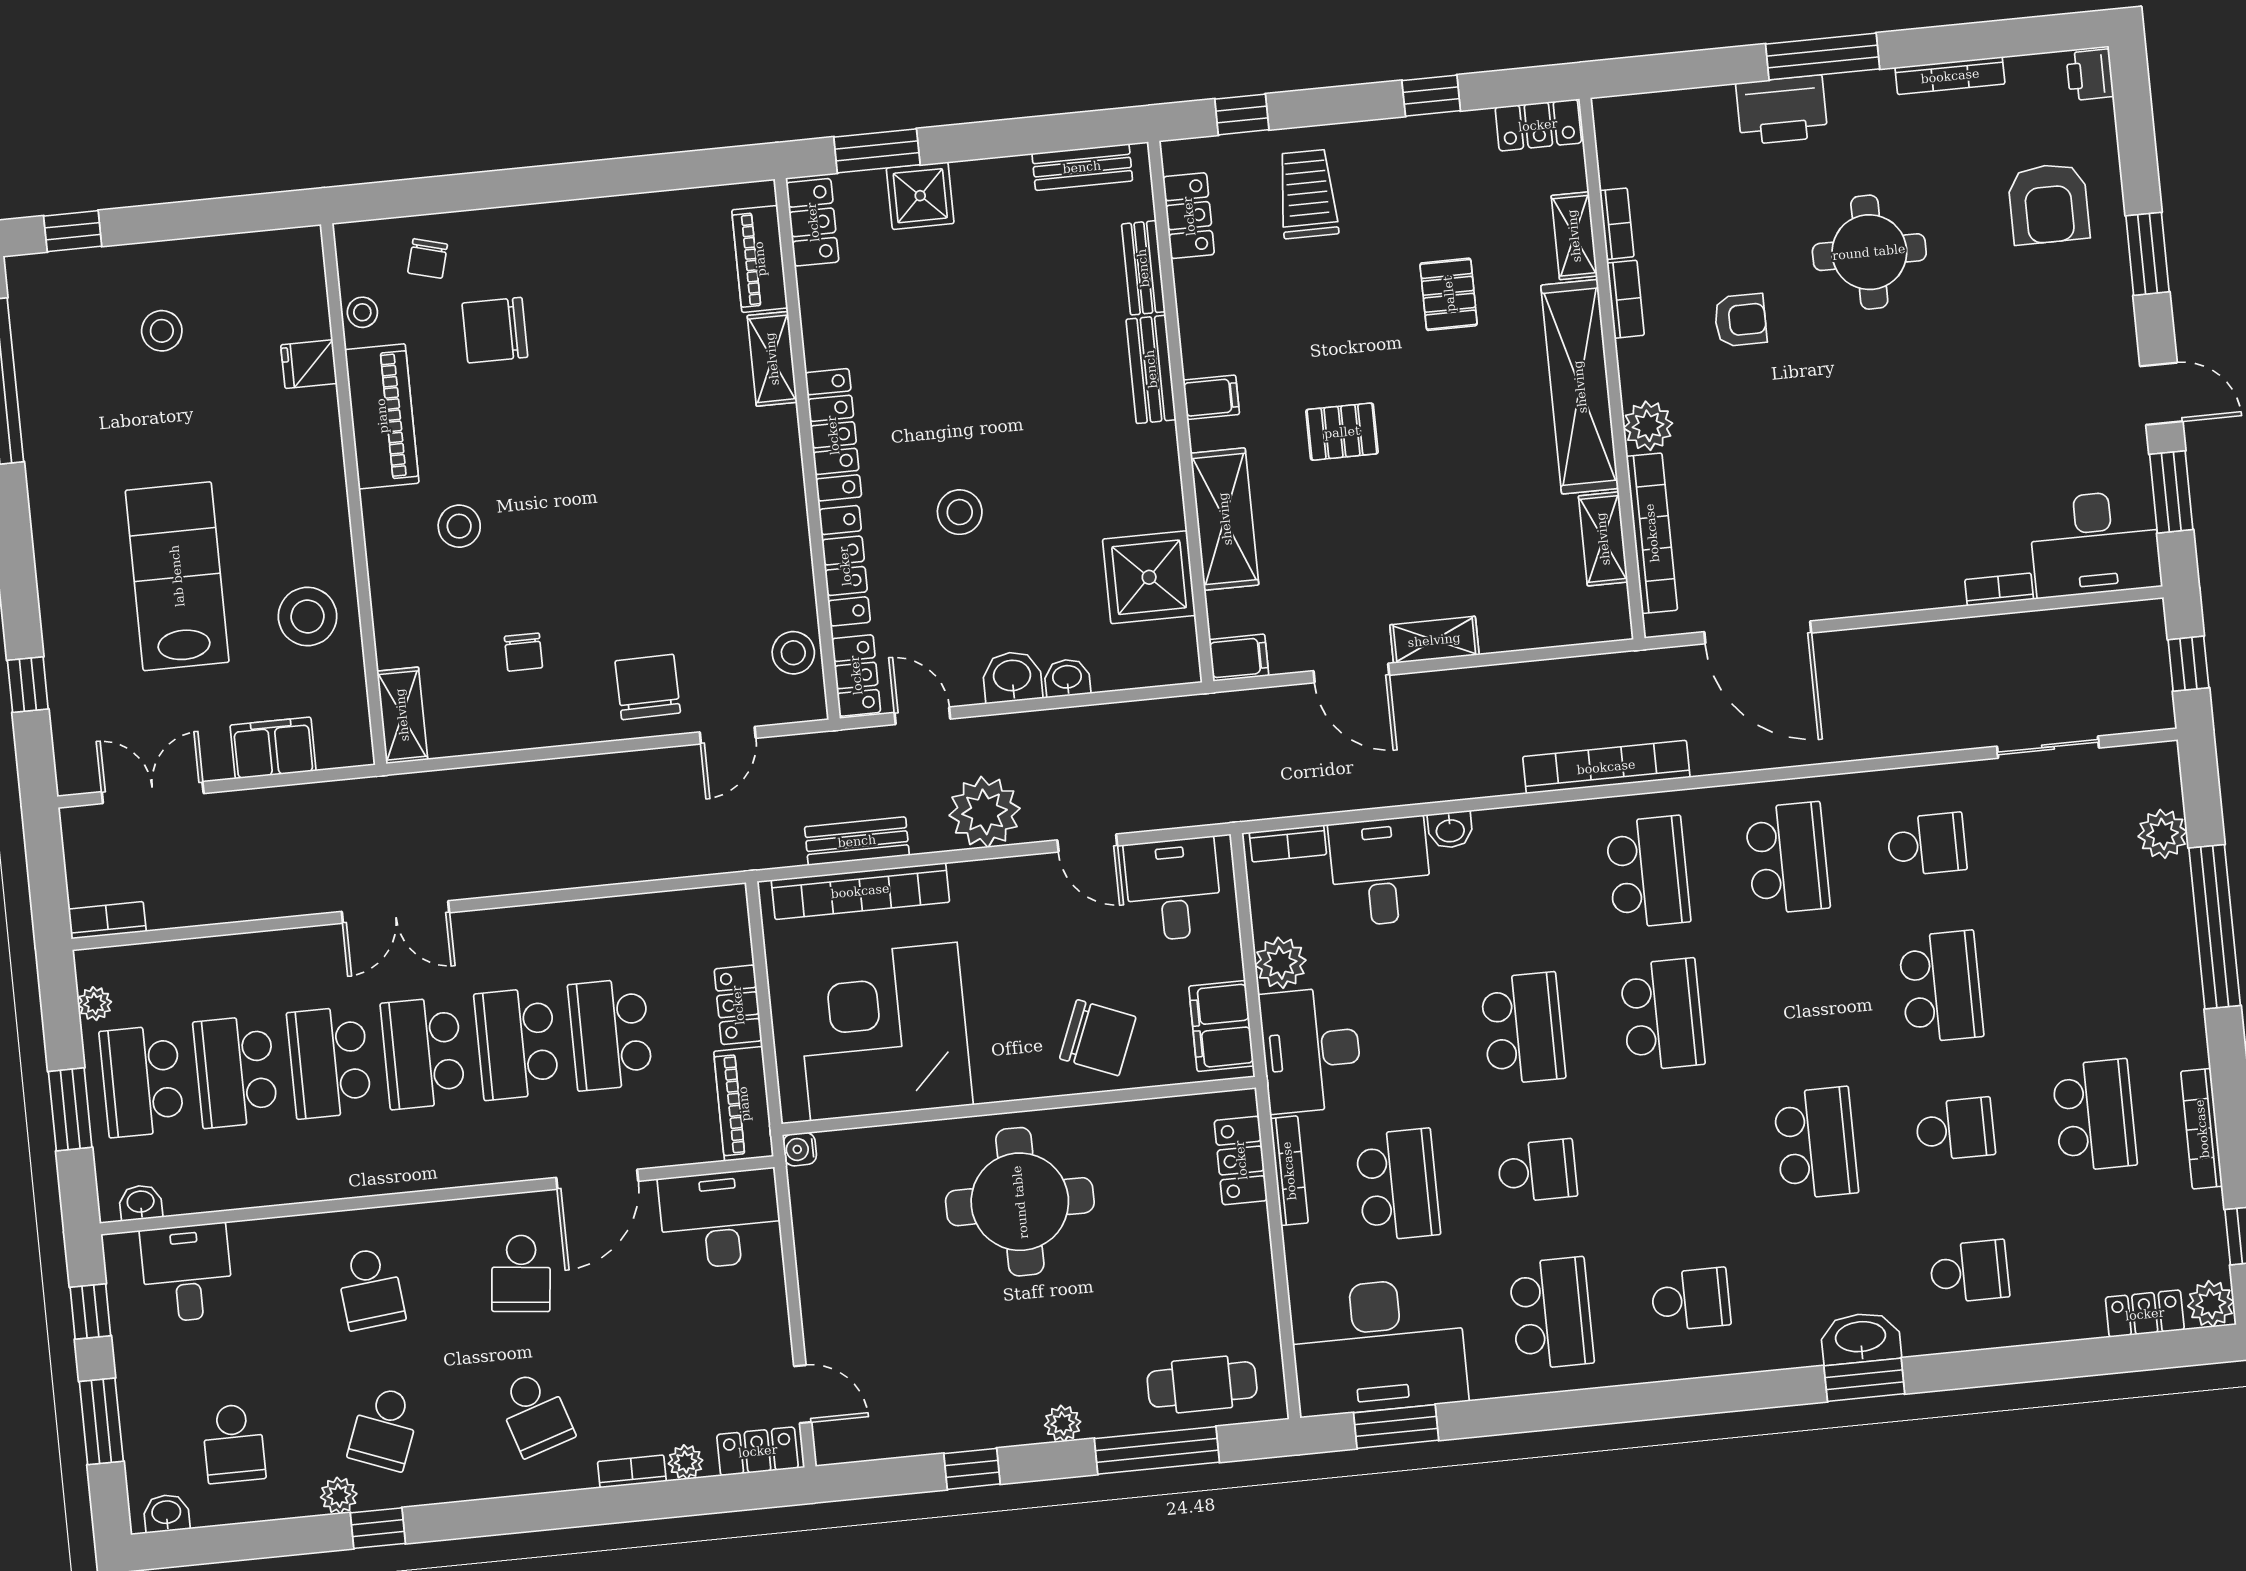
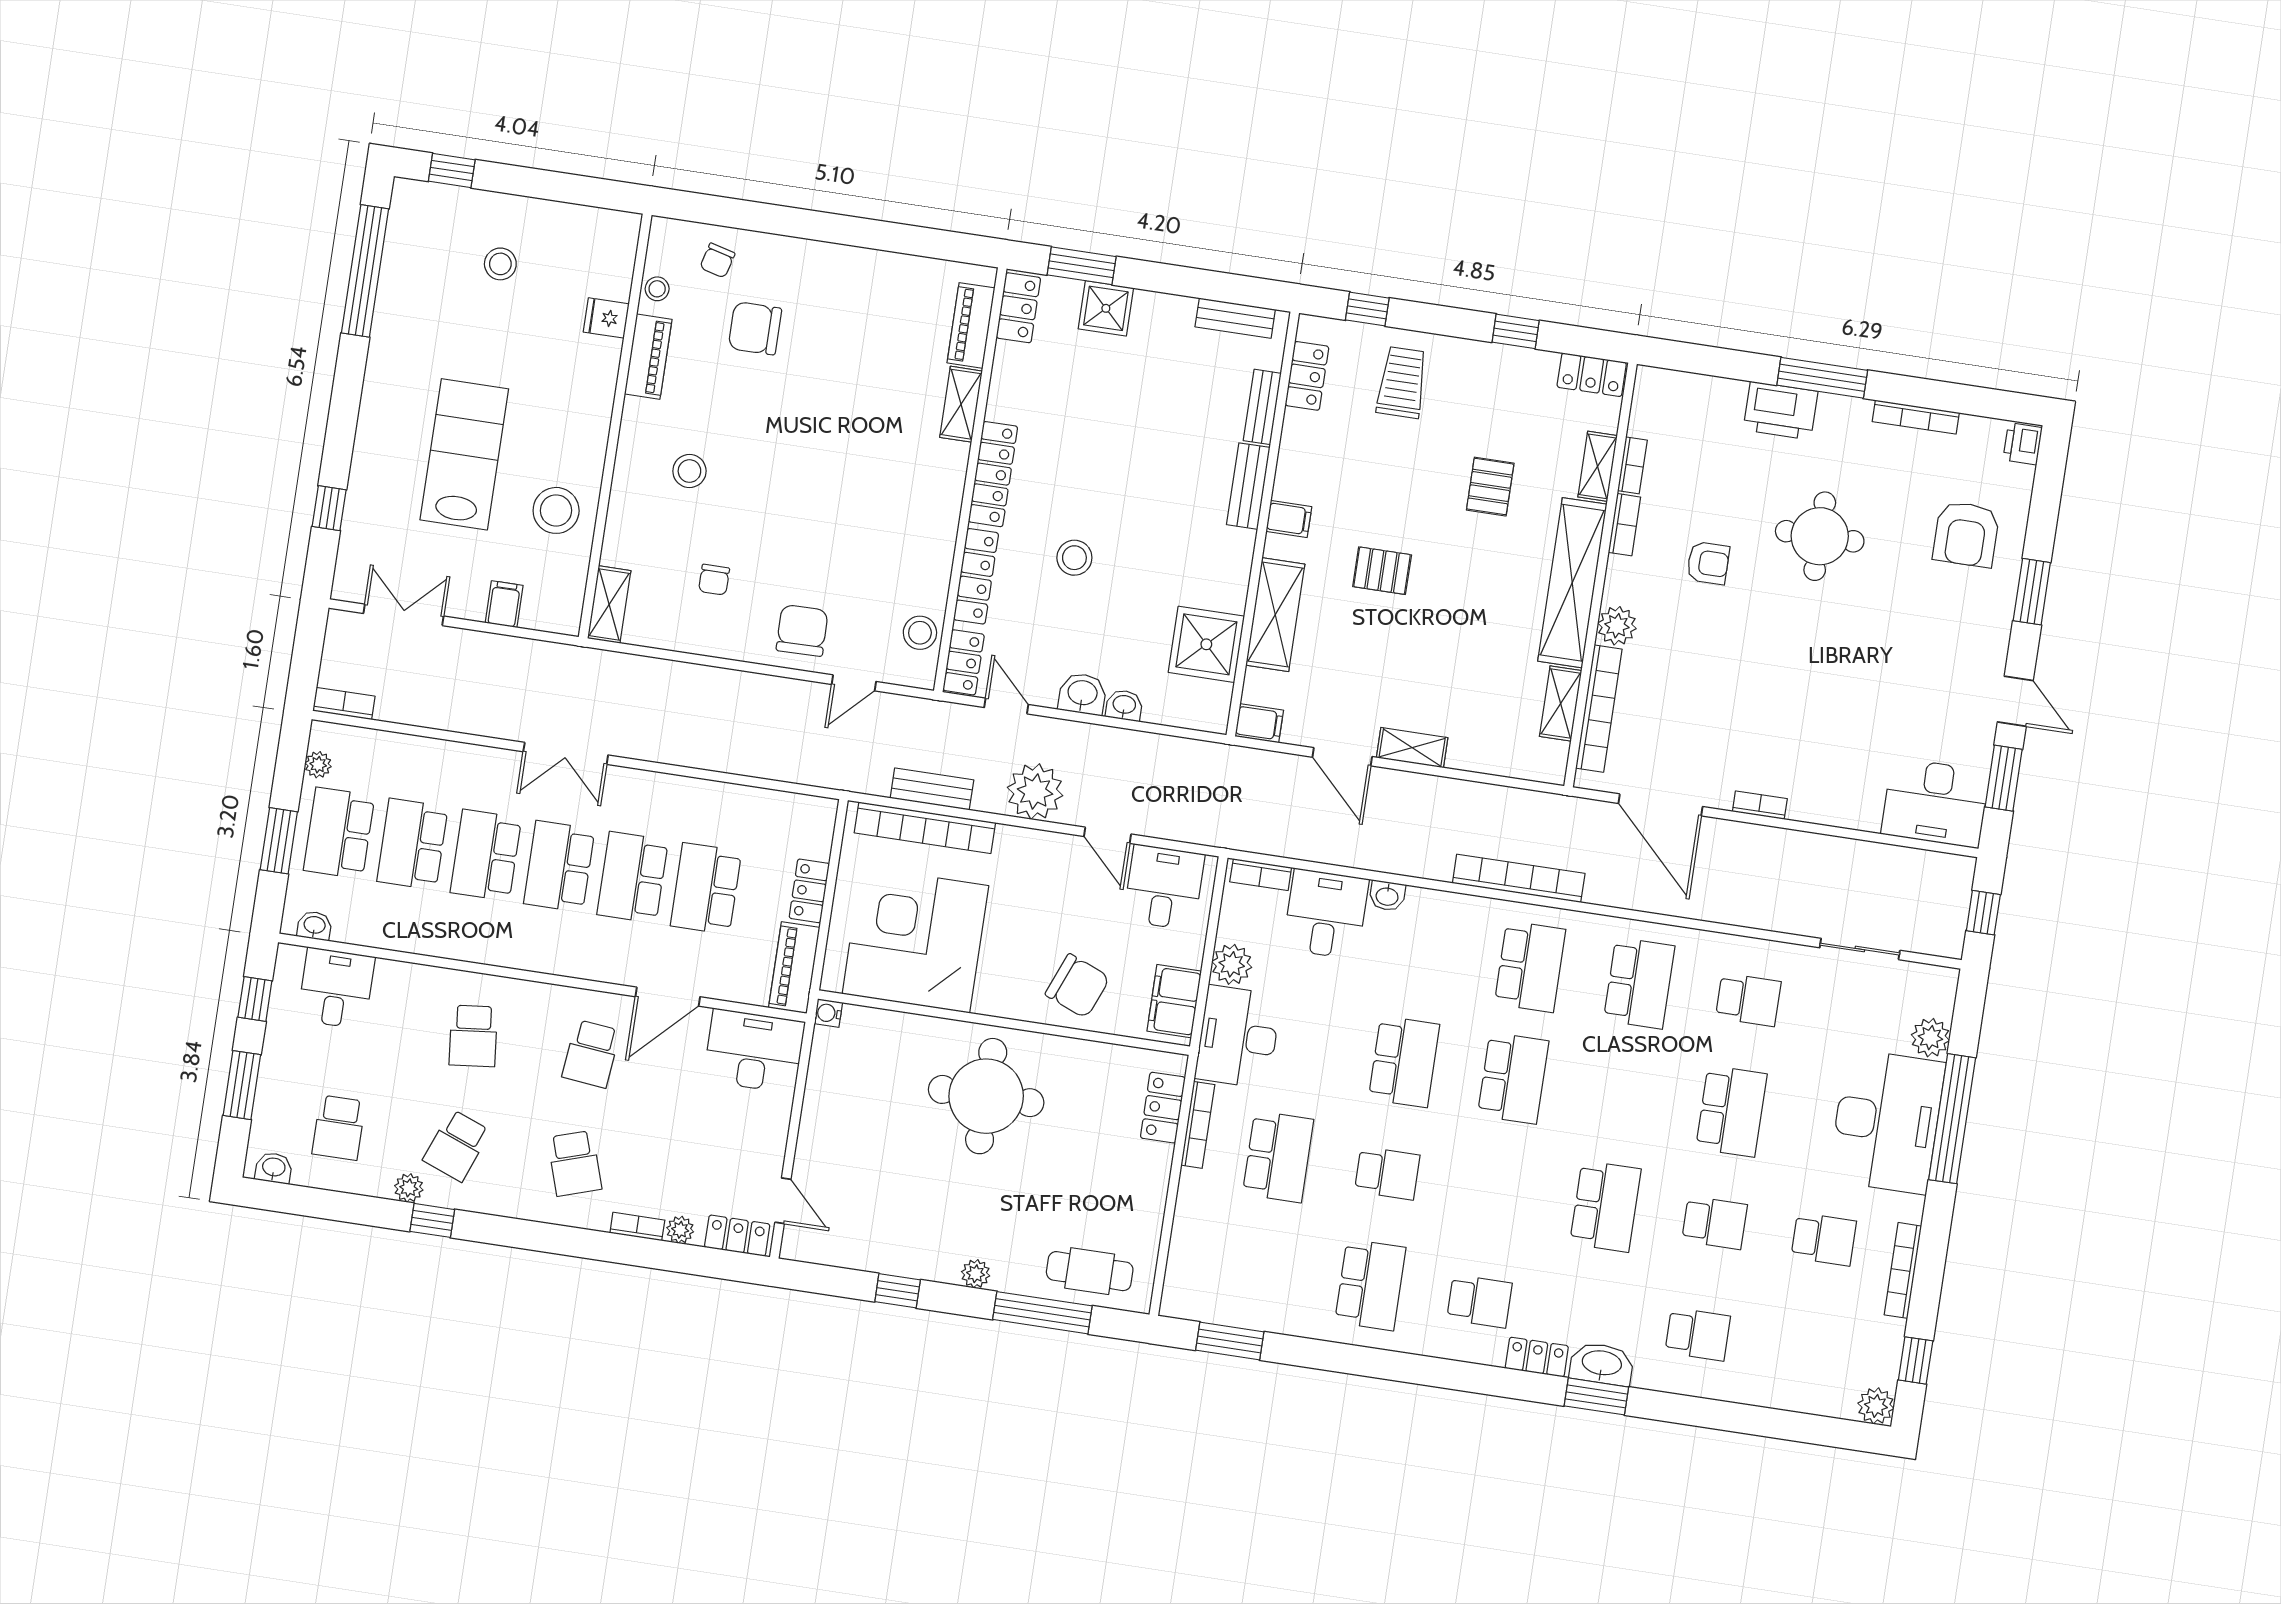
piano: (382, 416) -> (648, 357), width x0.73, depth x0.75
bookcase: (1999, 590) -> (1760, 805), moved
filing cabinet: (273, 748) -> (504, 604), width x0.50
school desk: (2094, 1115) -> (1824, 1239), width x0.54
locker: (2145, 1314) -> (1537, 1357), moved
desk: (1378, 1346) -> (1887, 1121), moved, turned -90

